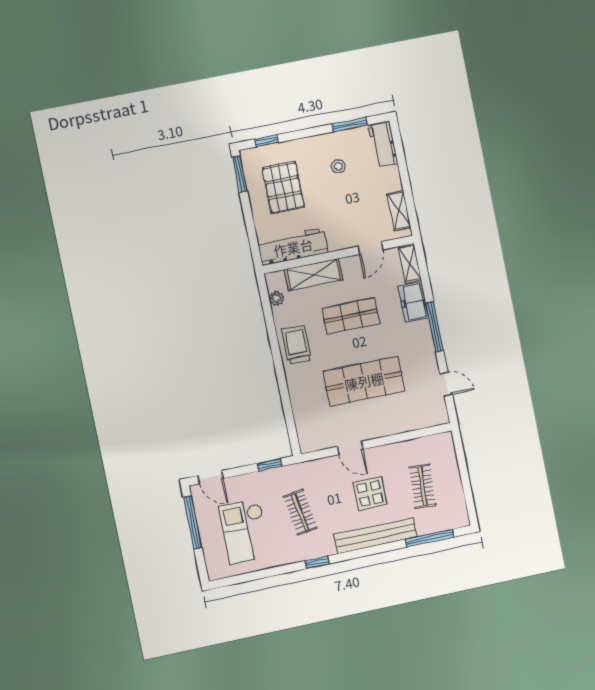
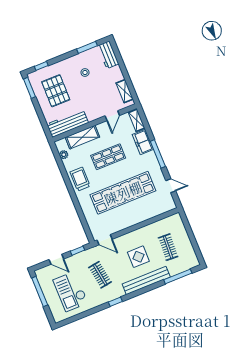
shop shelf: (364, 381) -> (123, 193), width x1.40
door: (350, 448) -> (105, 240), moved
door: (210, 477) -> (56, 259), moved

